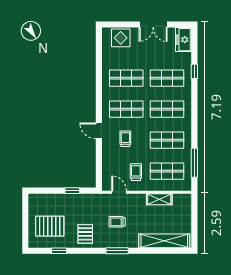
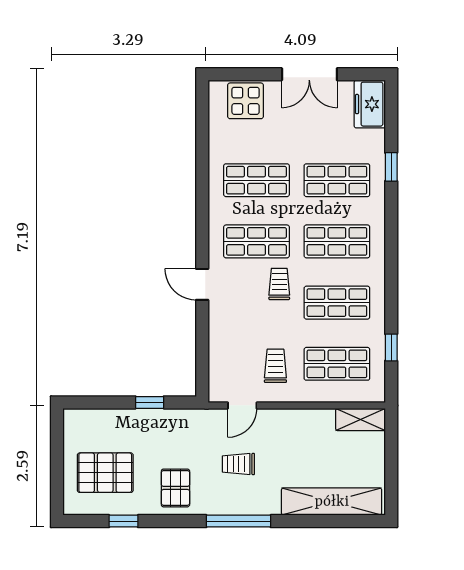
trolley: (125, 139) -> (279, 284), moved
window: (194, 163) -> (391, 347), width x0.46
door: (119, 192) -> (242, 405), swing flipped
shelving: (159, 199) -> (360, 419), moved
window: (117, 251) -> (238, 521), width x1.44

